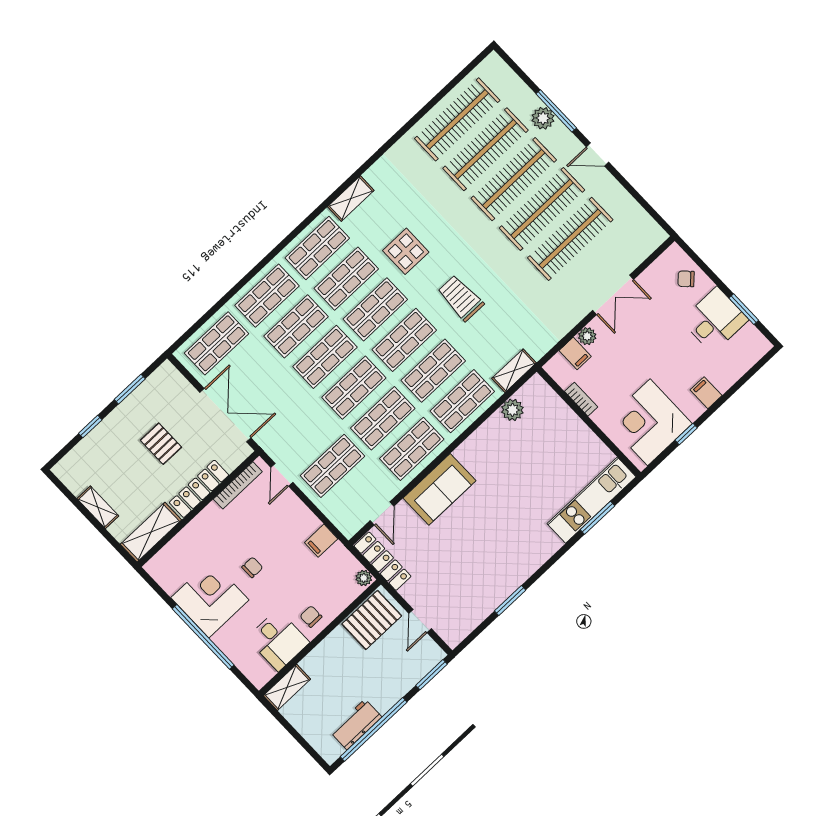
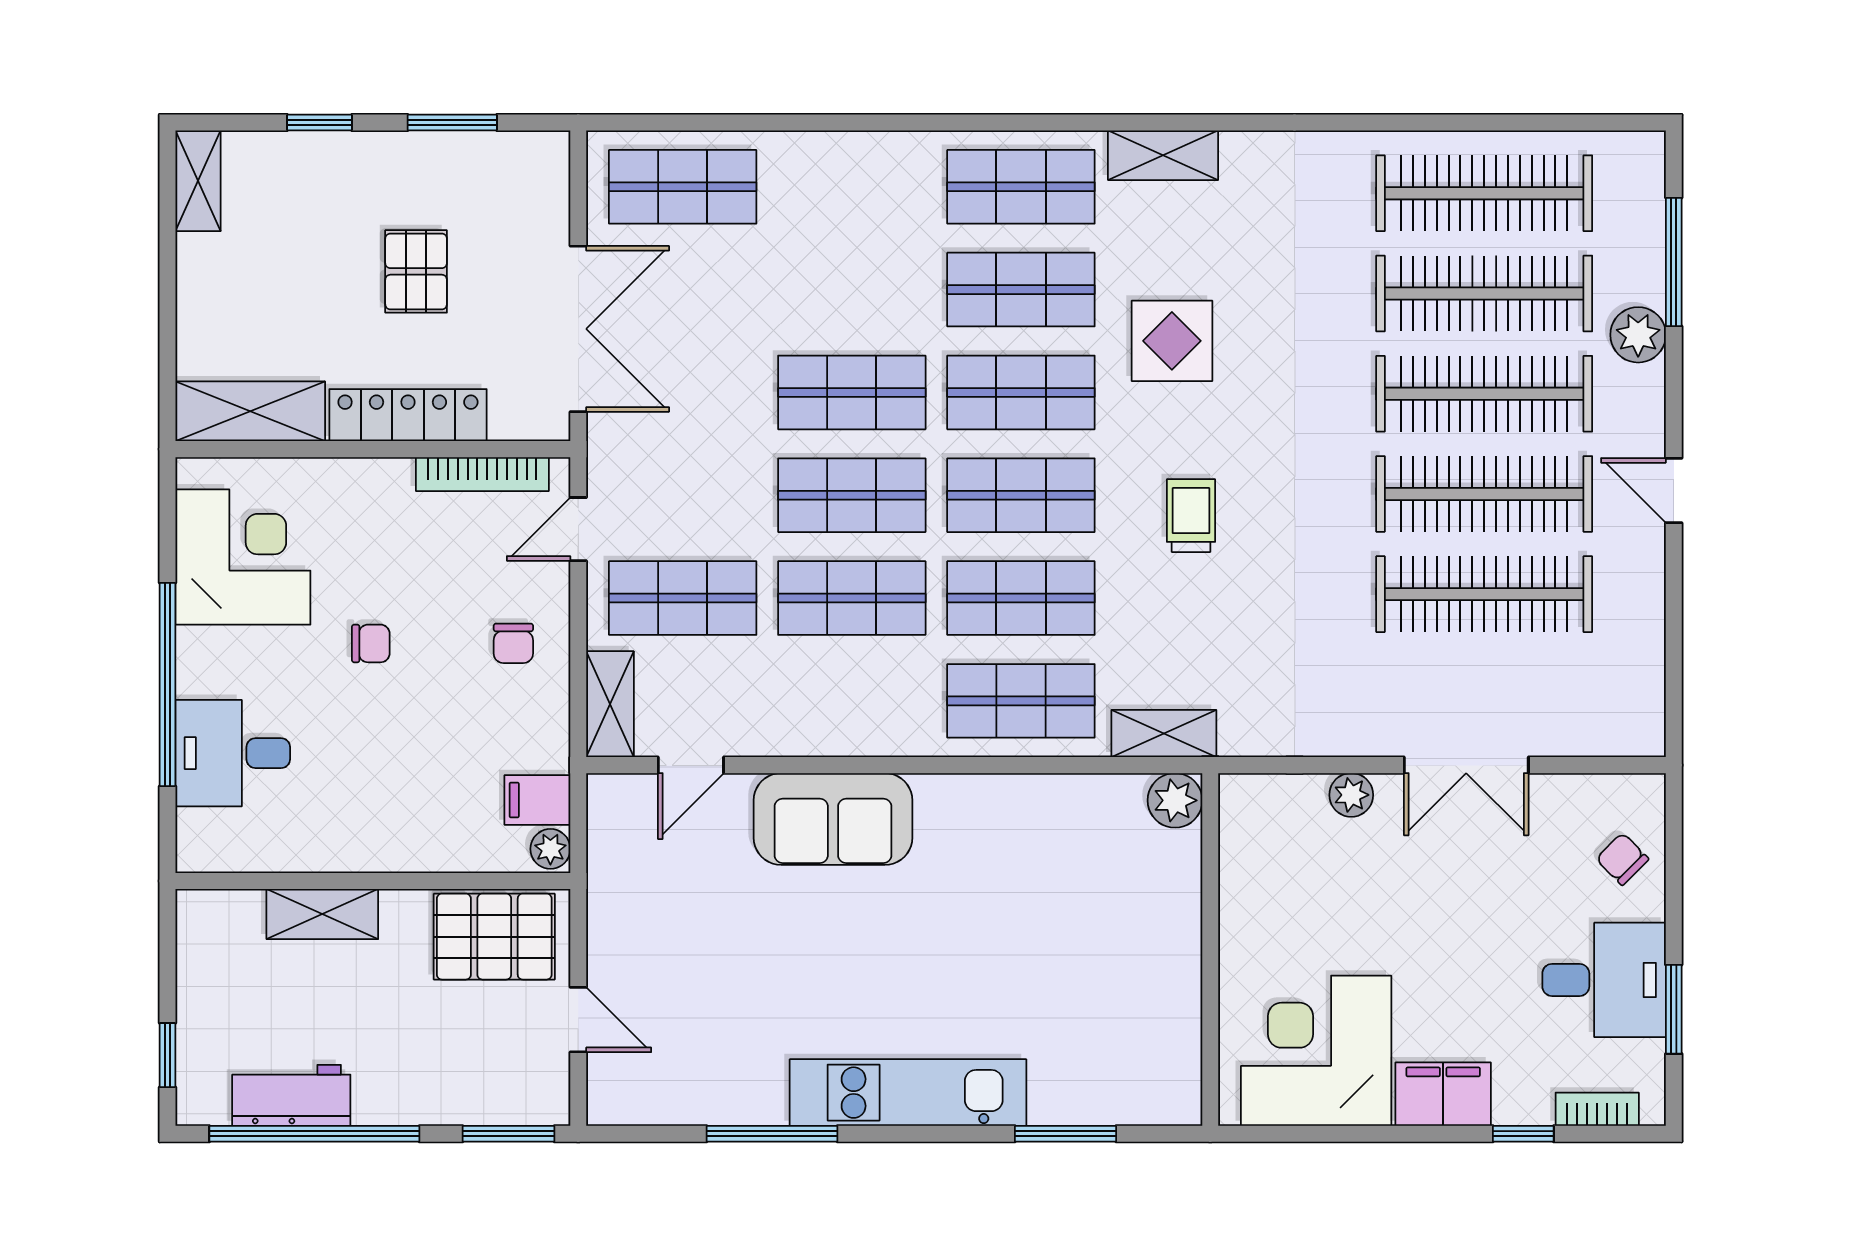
window: (556, 111) -> (1674, 262), moved
shop shelf: (267, 296) -> (852, 187), removed
trolley: (461, 298) -> (1191, 516), width x0.73, depth x0.72
shop shelf: (296, 326) -> (852, 290), removed
filing cabinet: (575, 353) -> (1301, 805), removed
filing cabinet: (706, 393) -> (1443, 1094), width x2.00
bookcase: (581, 399) -> (1597, 1109), moved, turned -90
plant: (512, 410) -> (1175, 800), moved
window: (686, 434) -> (1523, 1134), moved
shop shelf: (412, 449) -> (852, 701), removed
kitchen unit: (591, 500) -> (908, 1093), moved
shelving: (98, 507) -> (198, 181), moved
shelving: (341, 518) -> (610, 704), added
filing cabinet: (321, 541) -> (537, 800), moved
locker: (383, 561) -> (612, 851), removed
corner desk: (210, 599) -> (243, 557), moved
window: (510, 600) -> (772, 1134), width x1.44
chair: (311, 617) -> (513, 643), moved, turned 180
door: (420, 621) -> (578, 1020), swing flipped
desk: (278, 640) -> (233, 753), moved, turned 90
shelving: (287, 687) -> (322, 914), moved
window: (308, 747) -> (167, 1055), added

